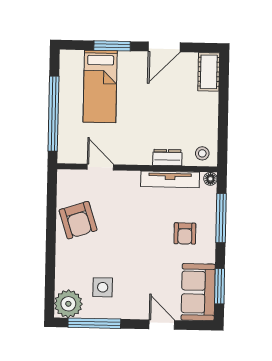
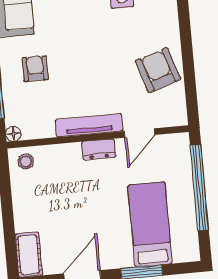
dresser: (167, 157) -> (99, 149), moved
door: (100, 167) -> (140, 133), hinge flipped
tv unit: (170, 179) -> (89, 125), moved

